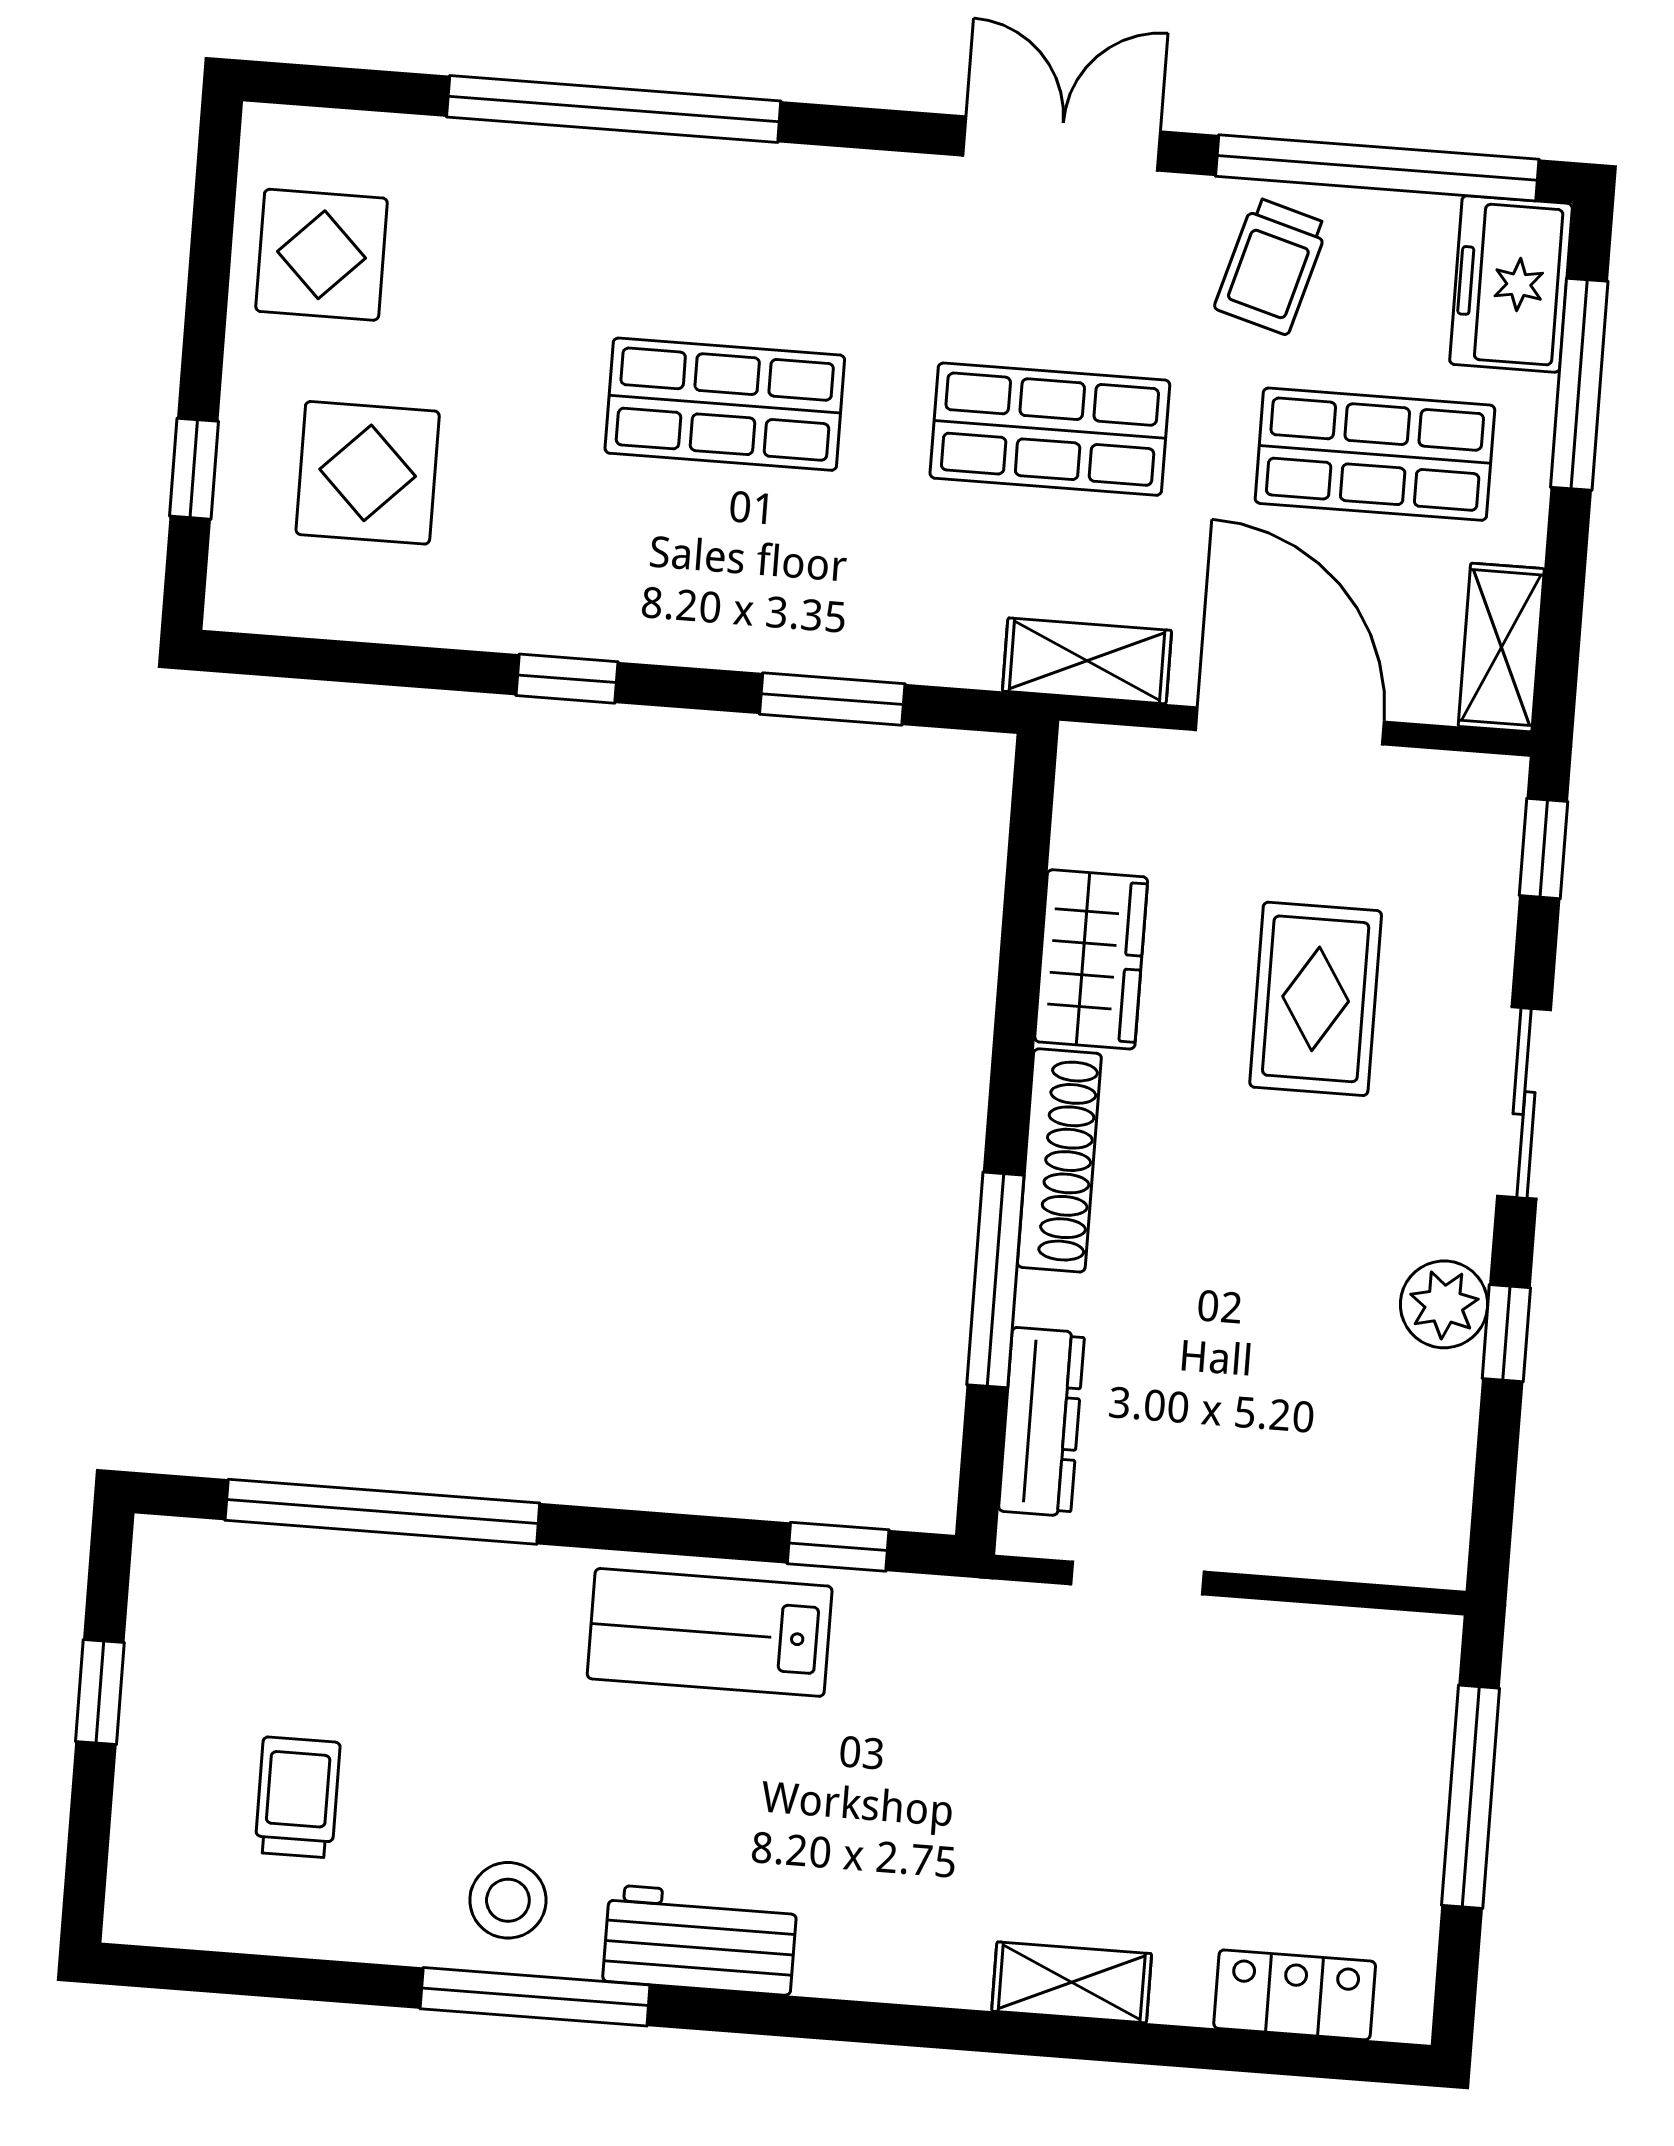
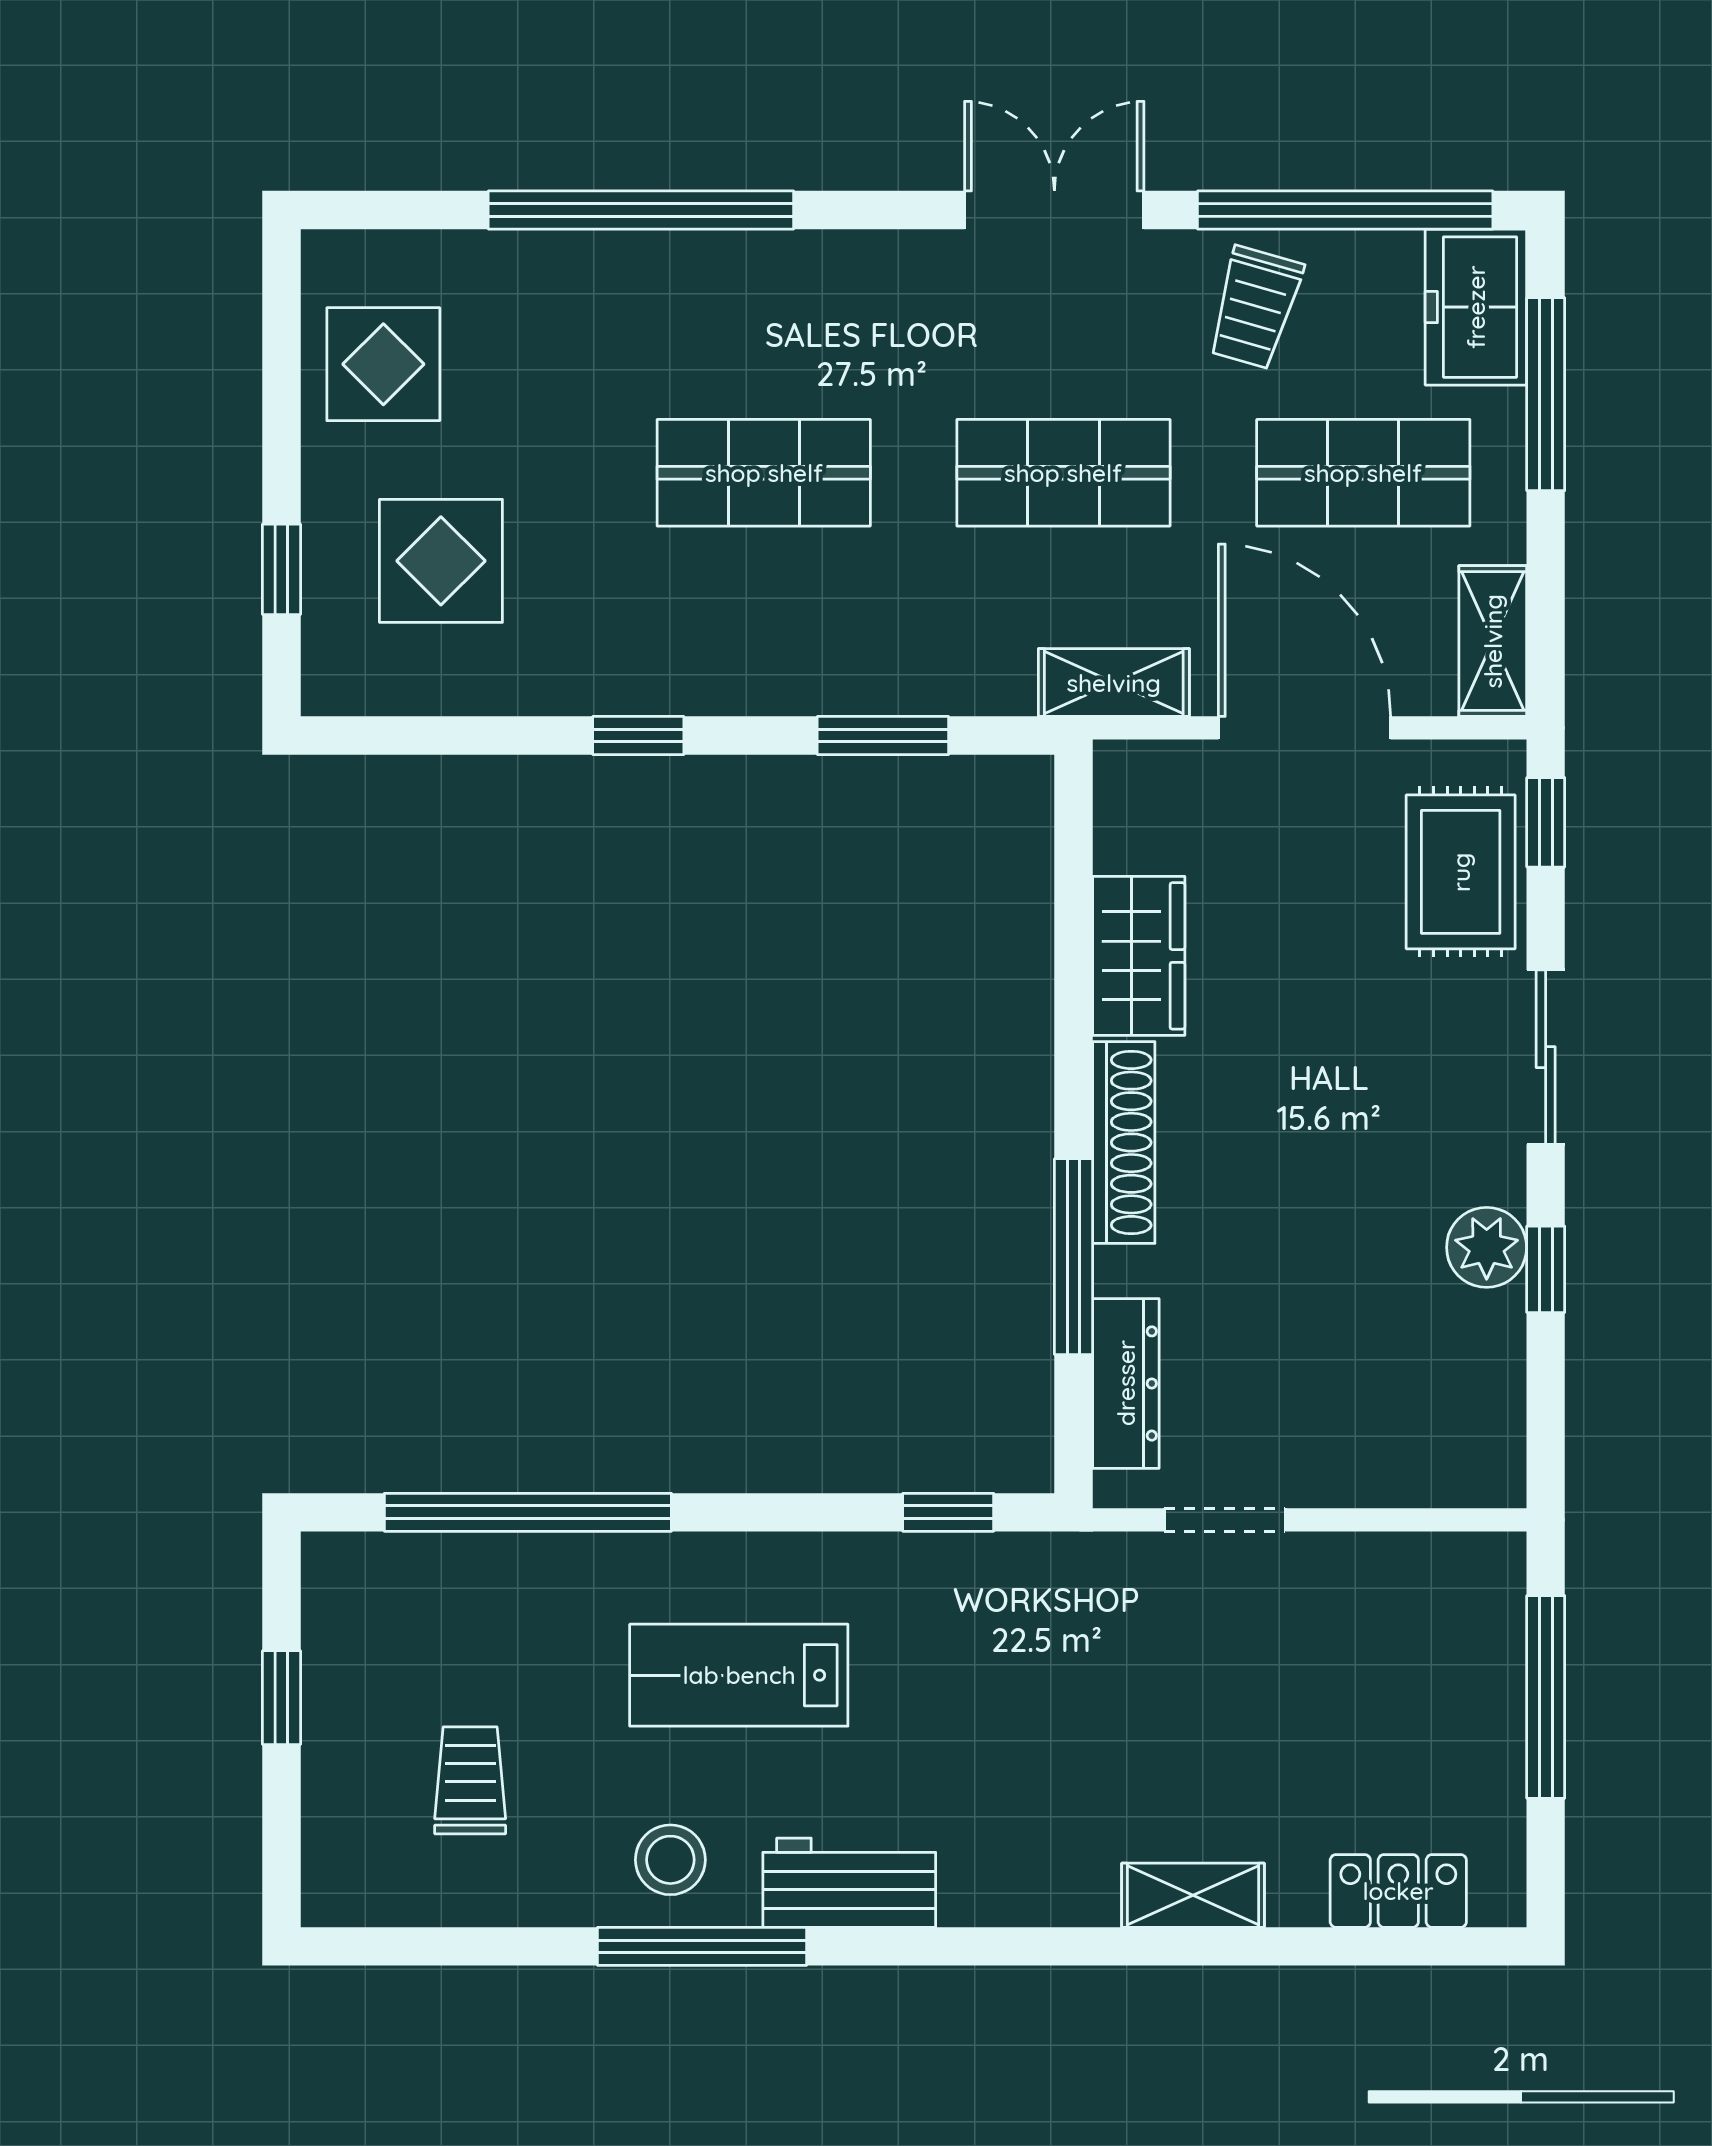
rug: (1316, 999) -> (1461, 872), moved
lab bench: (710, 1632) -> (739, 1675), moved

